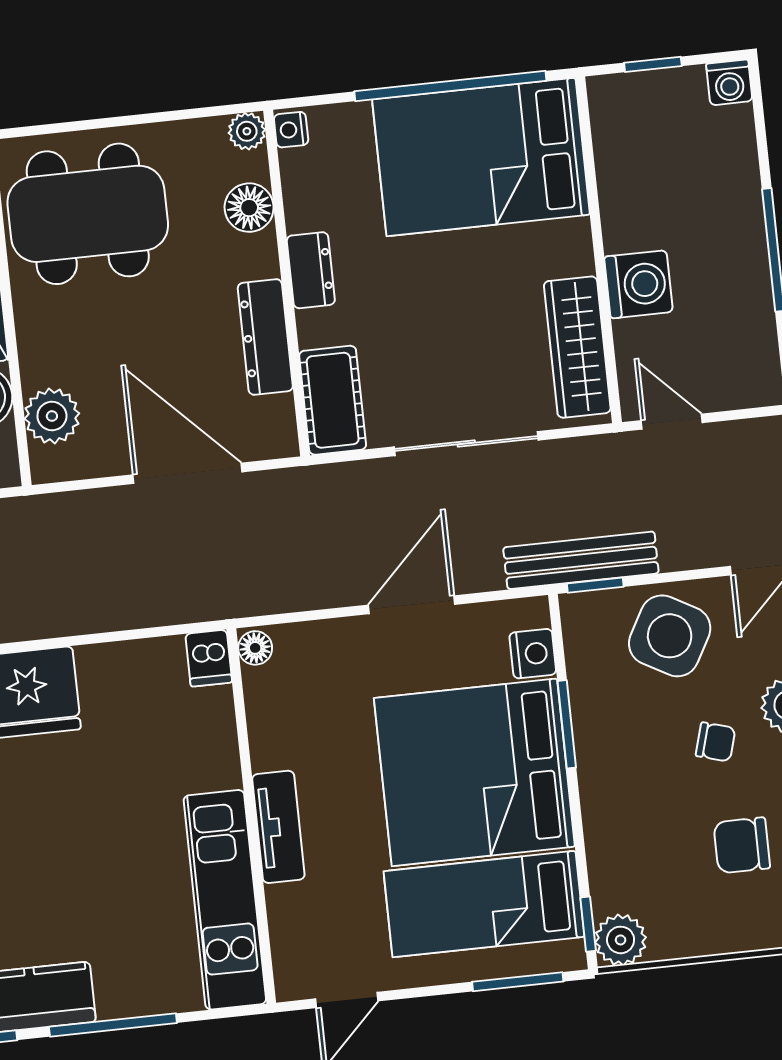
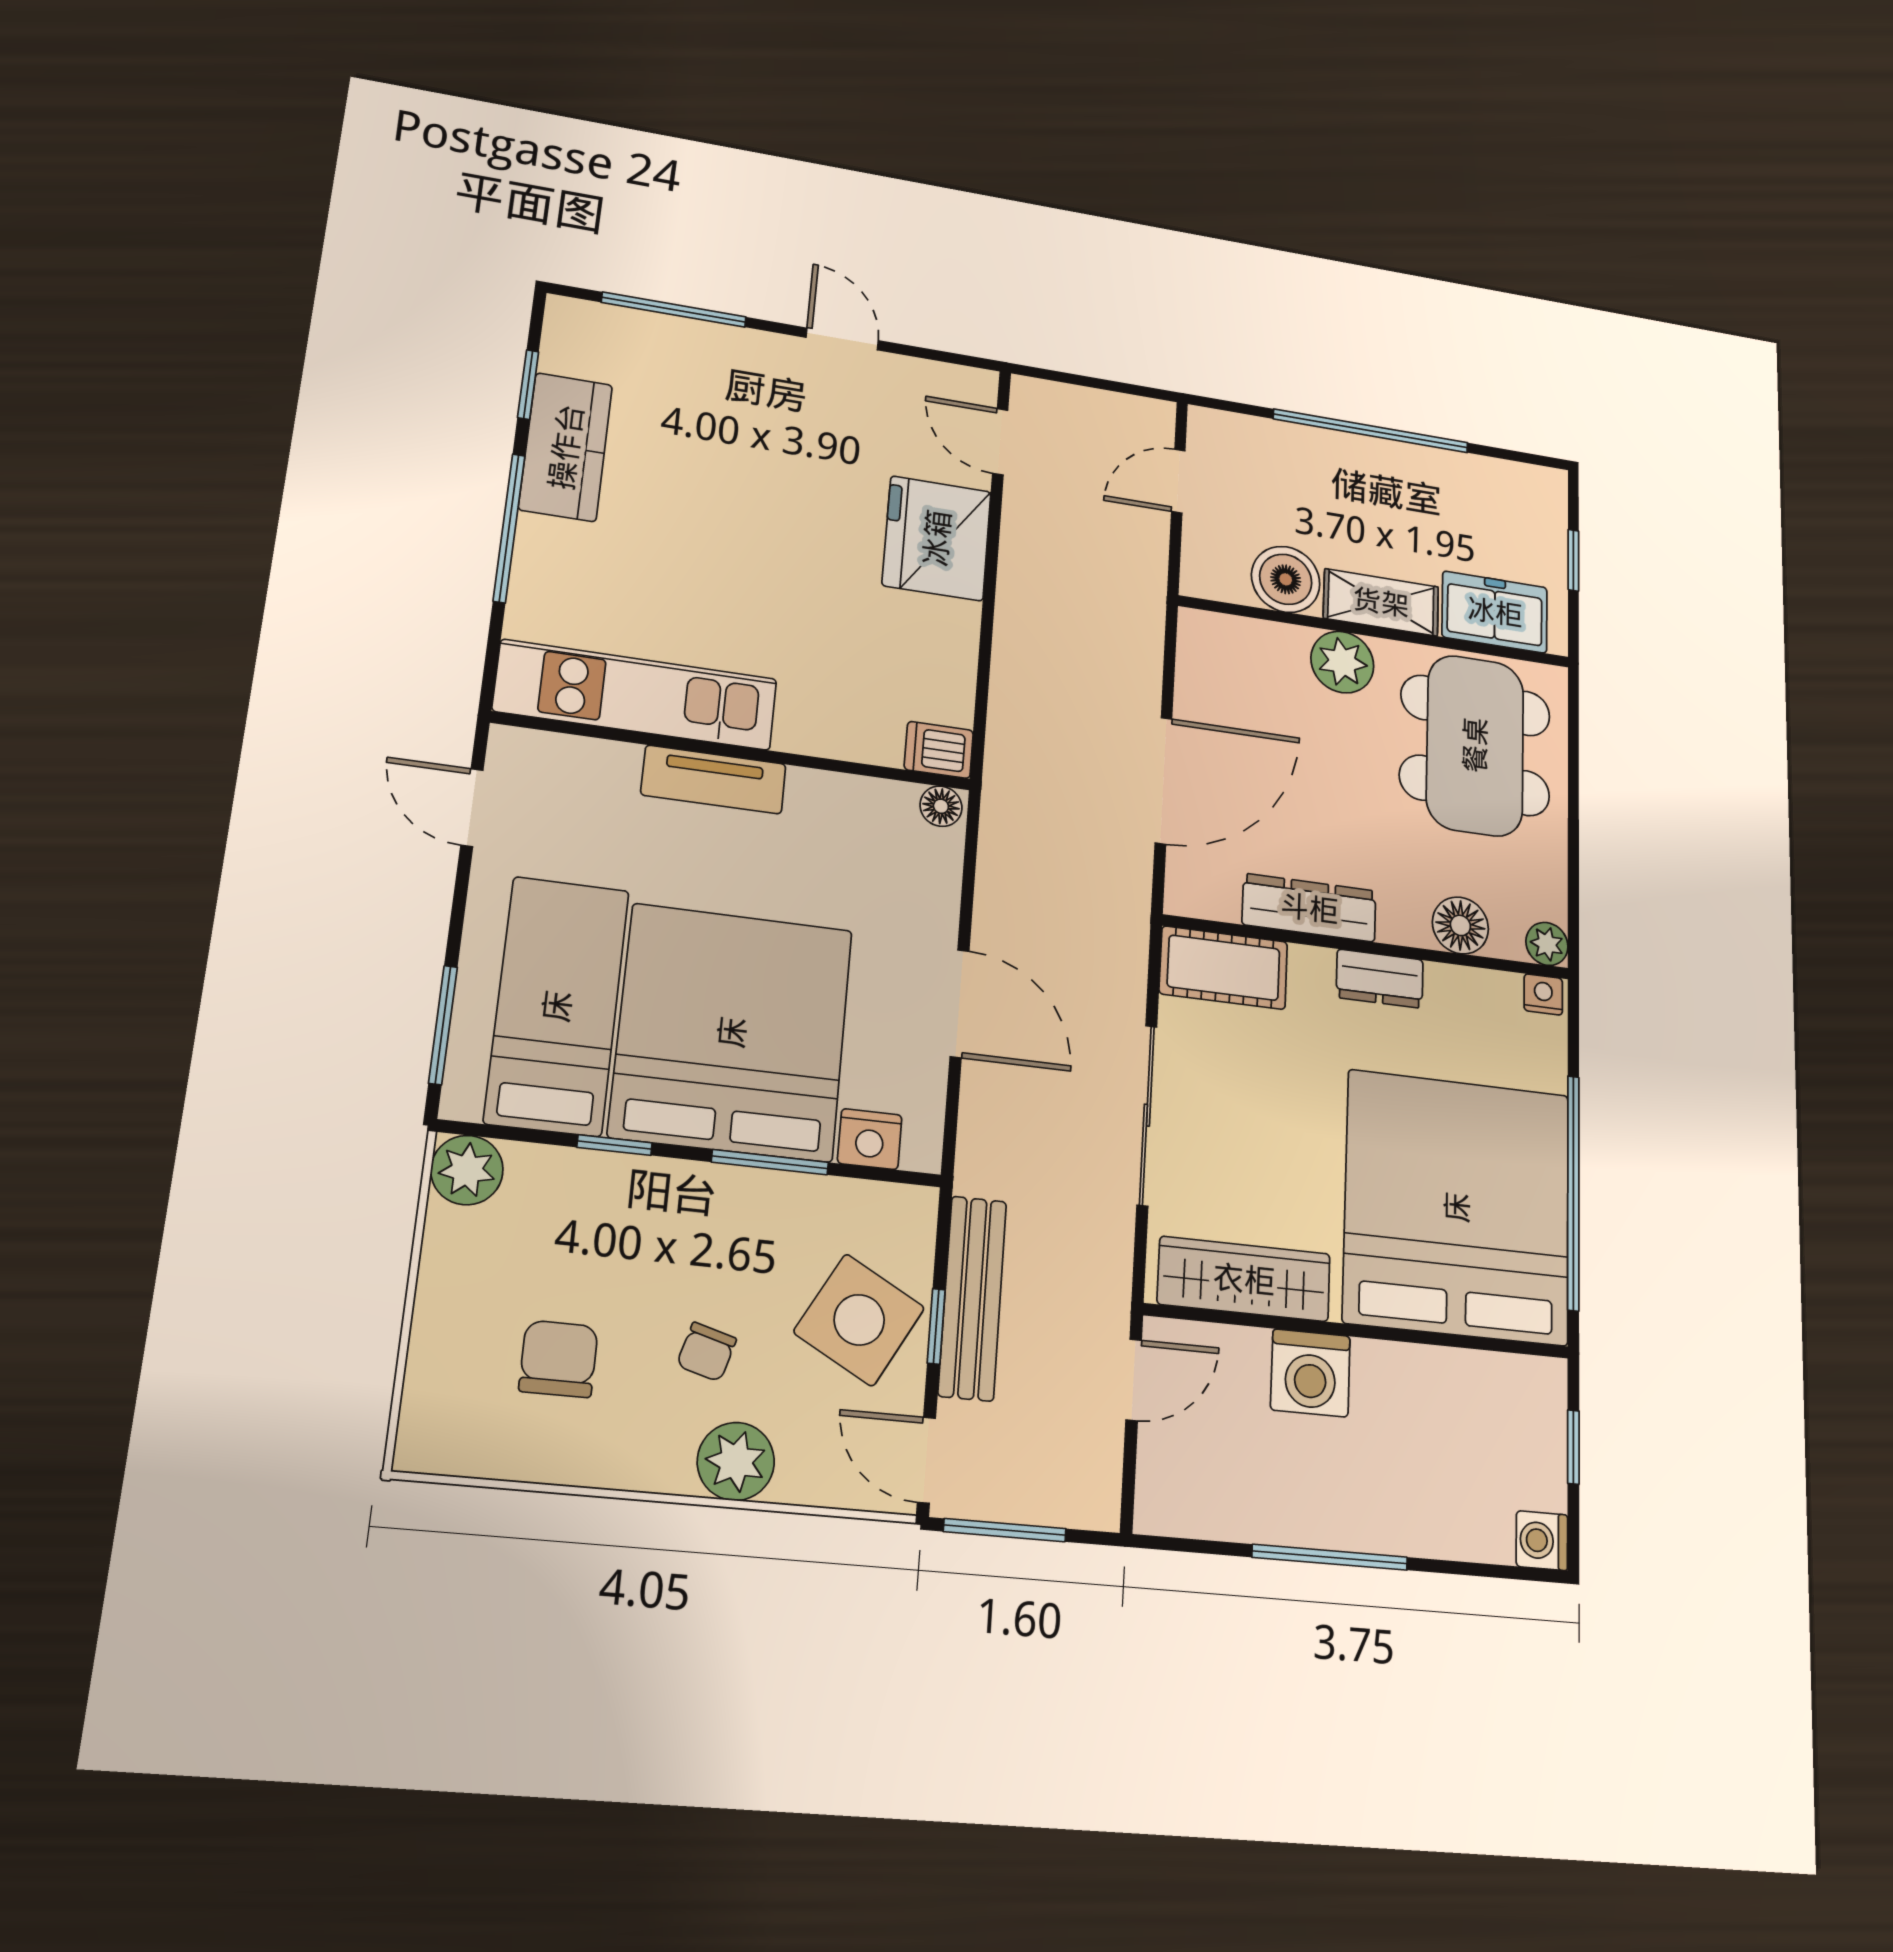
bed: (481, 157) -> (1457, 1207), width x1.36
plant: (52, 416) -> (1342, 662), moved
bench: (581, 560) -> (972, 1298), moved
window: (595, 585) -> (936, 1326), moved
window: (588, 924) -> (615, 1145), moved

